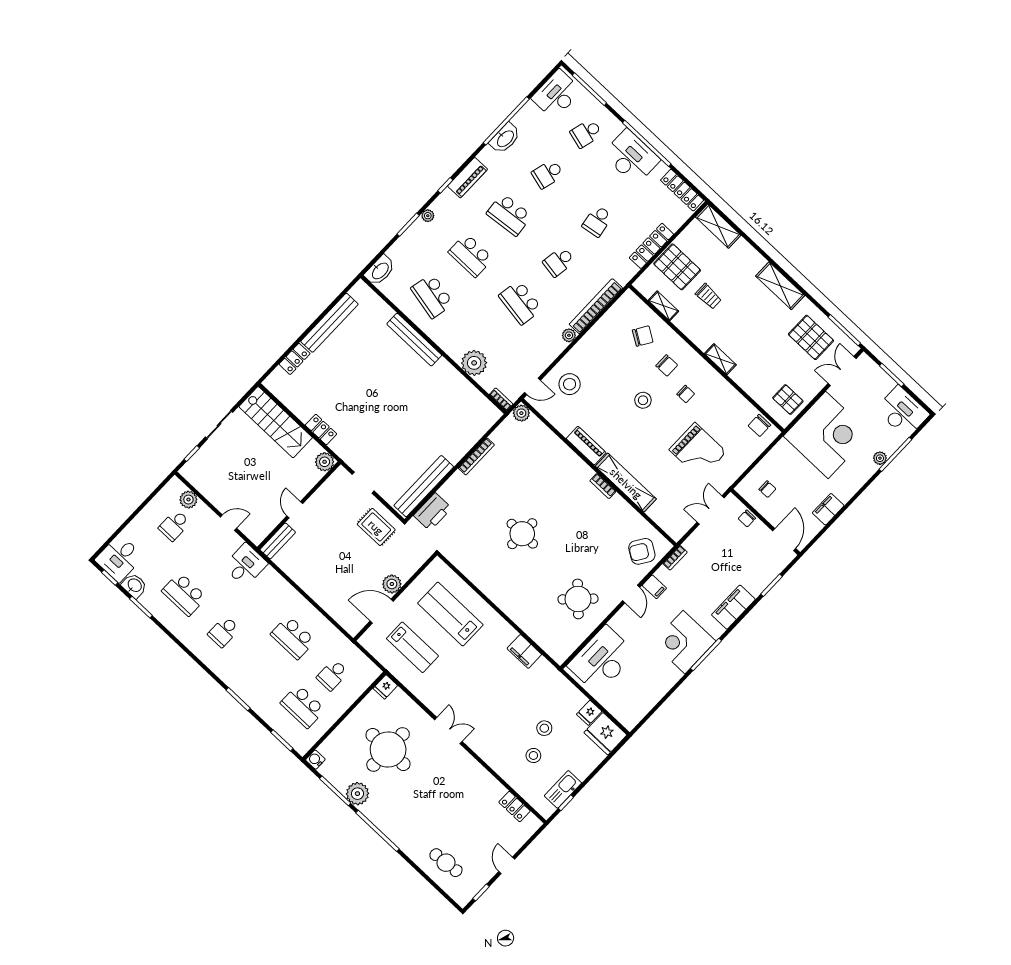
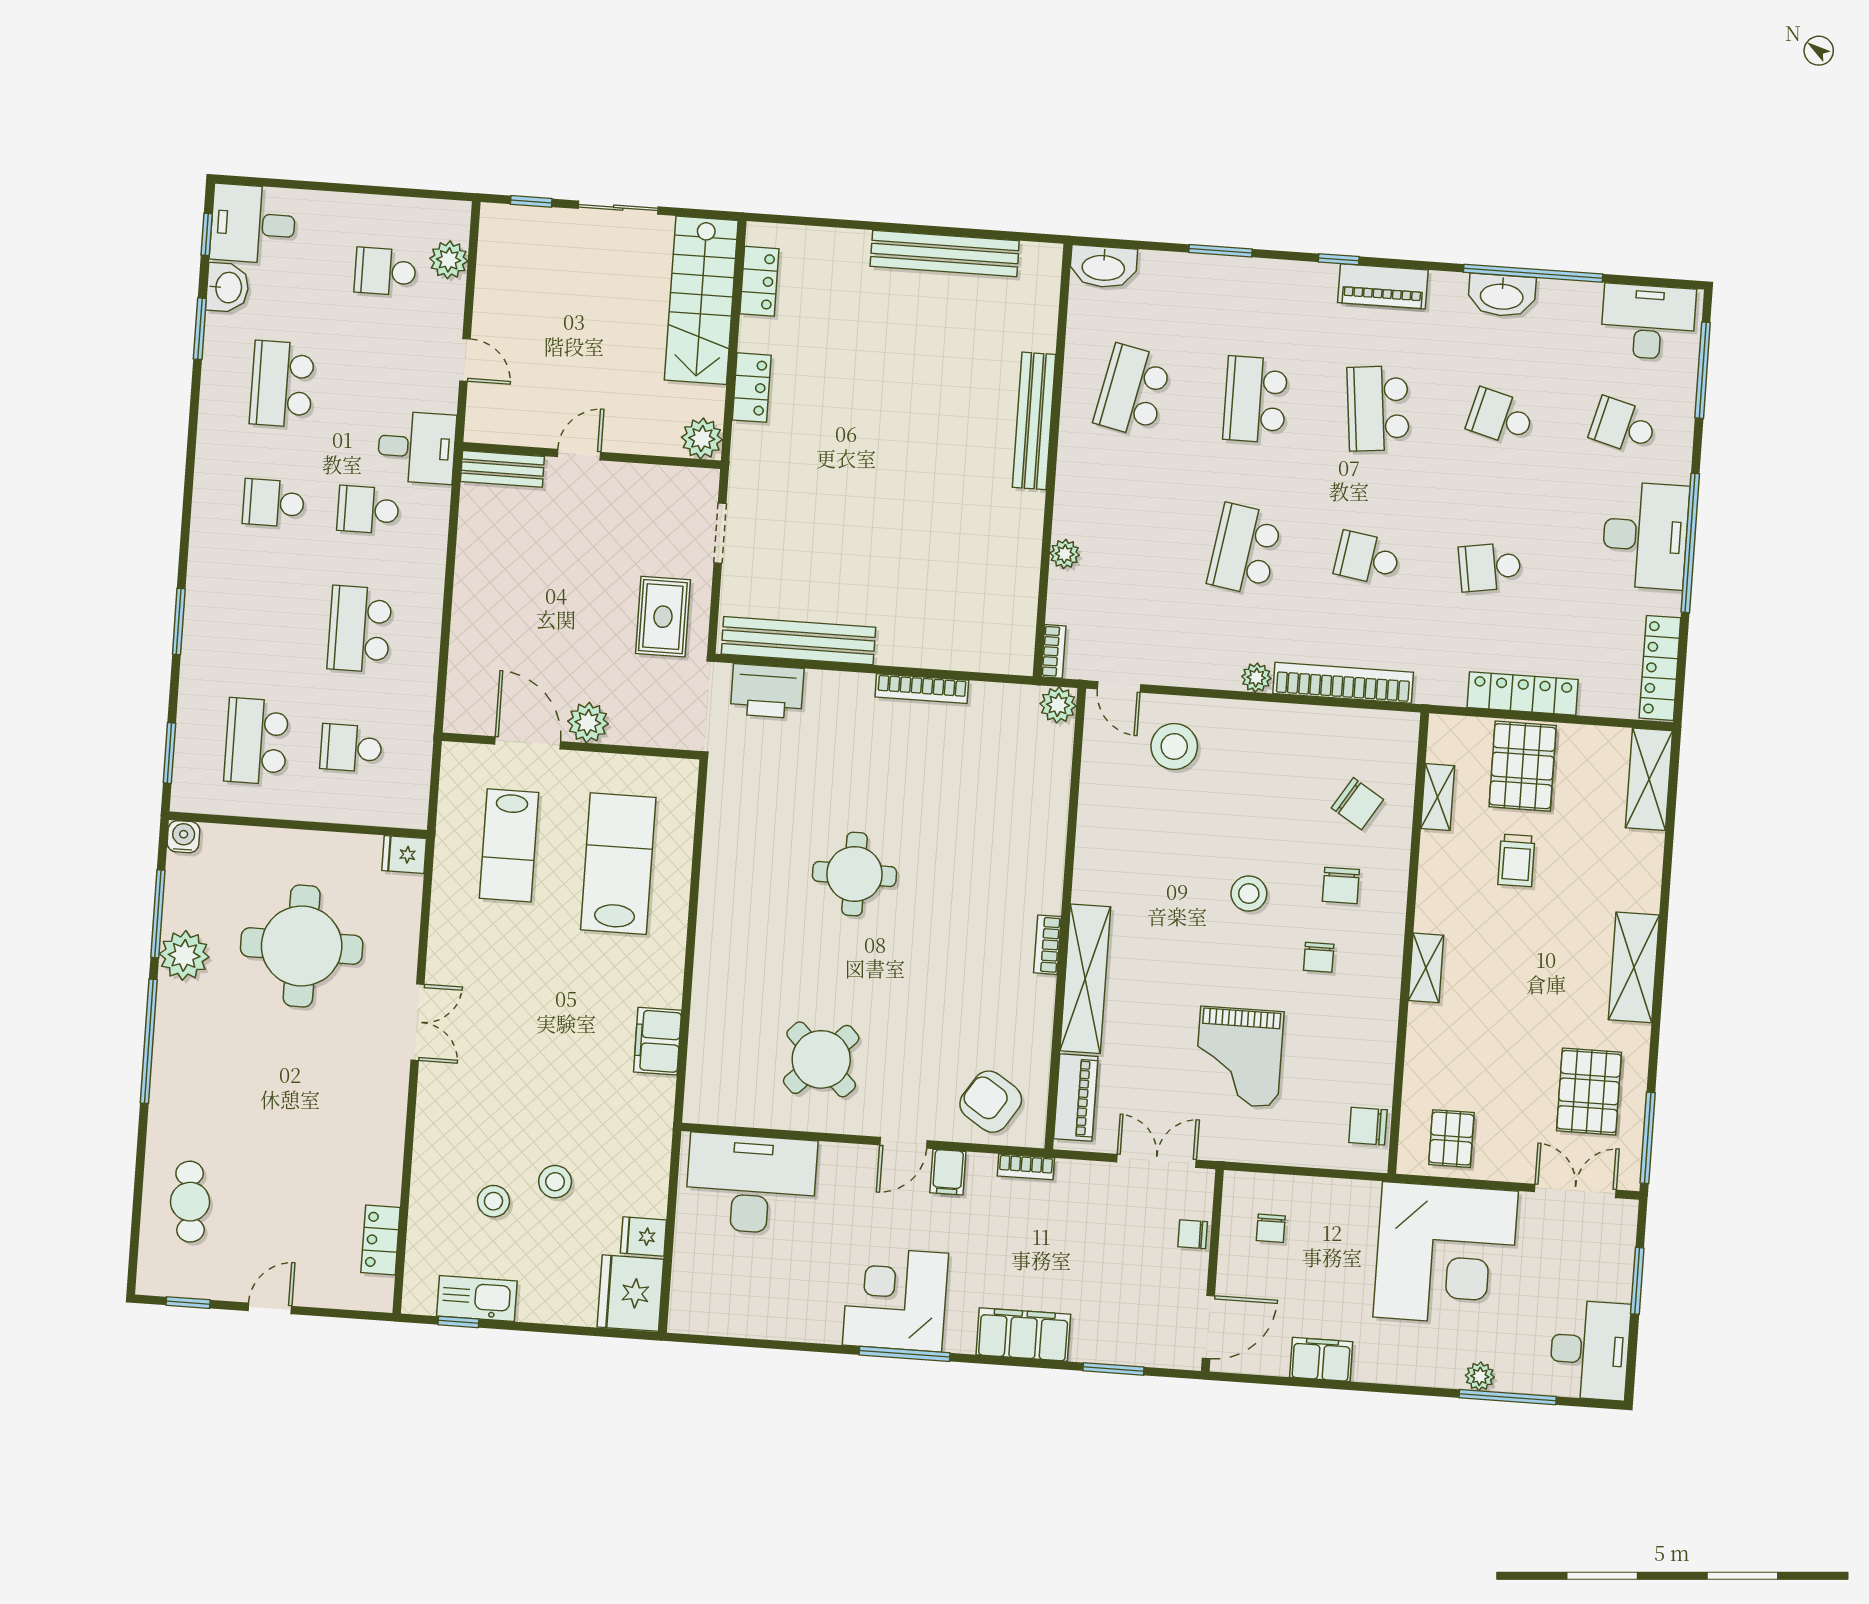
plant: (428, 216) -> (1263, 272), removed
locker: (295, 359) -> (759, 281), moved, turned -90
plant: (474, 363) -> (1065, 554), width x0.53, depth x0.53
piano: (586, 446) -> (1076, 1098), moved
school desk: (253, 600) -> (368, 510), added

